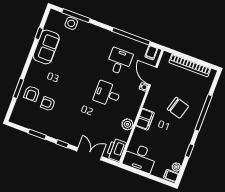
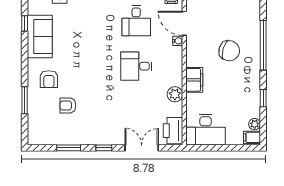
desk: (119, 61) -> (136, 21), turned 180
armchair: (32, 93) -> (49, 79), moved

